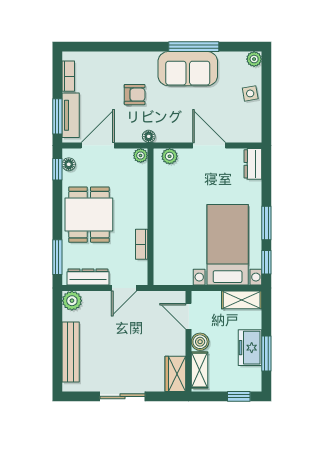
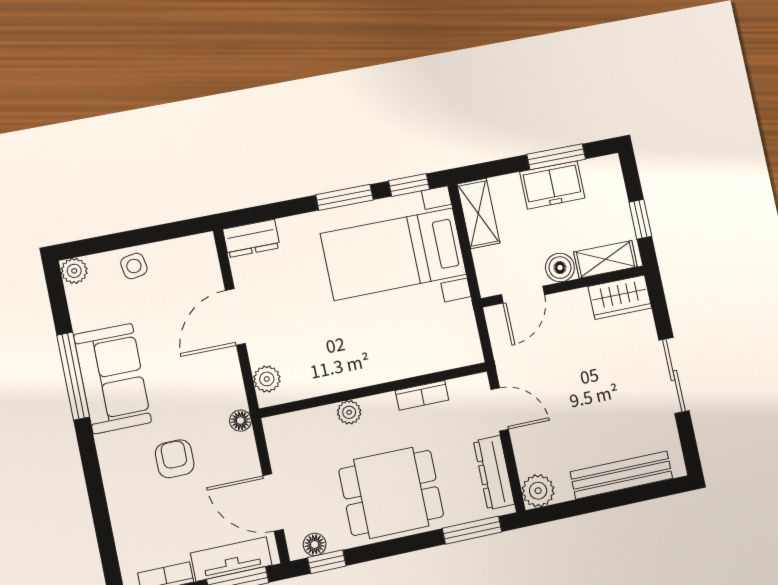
plant: (141, 155) -> (349, 412), moved
window: (239, 396) -> (640, 219), moved

